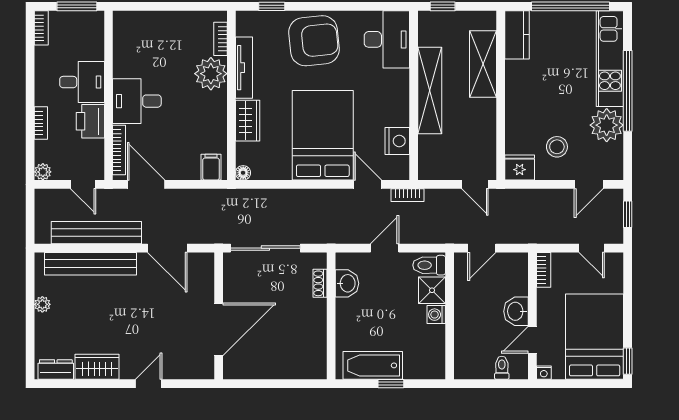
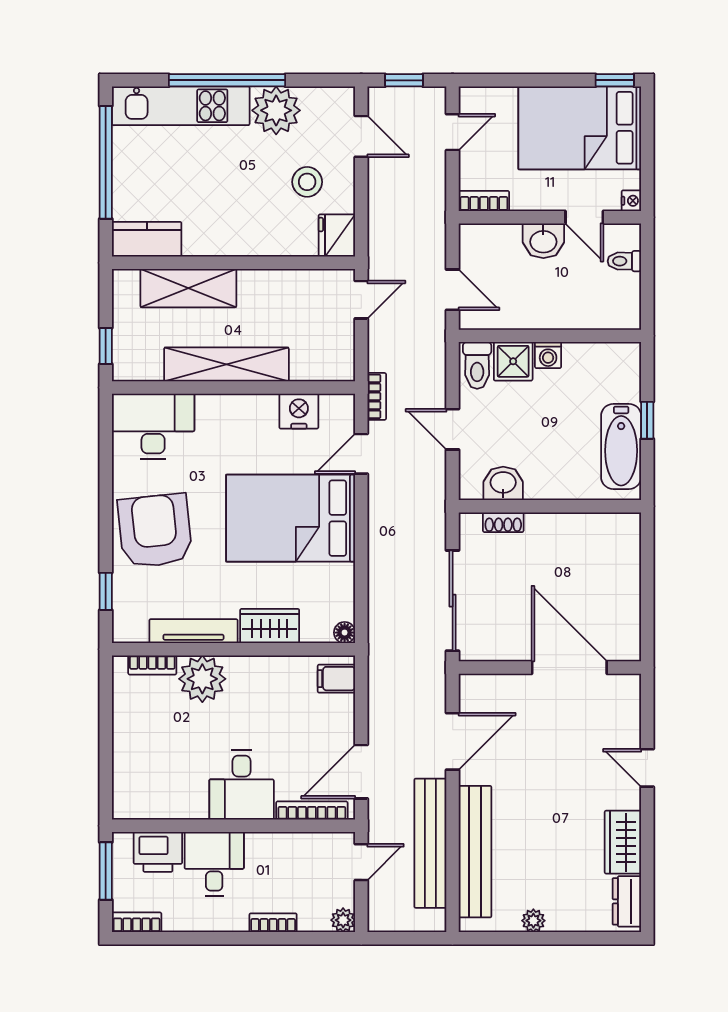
printer: (90, 121) -> (158, 852), moved

